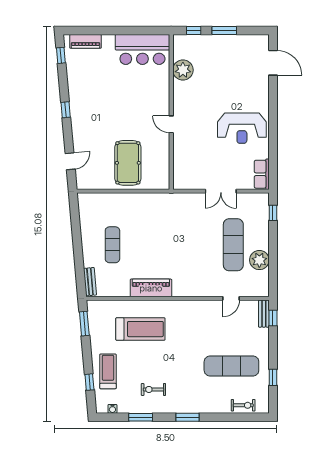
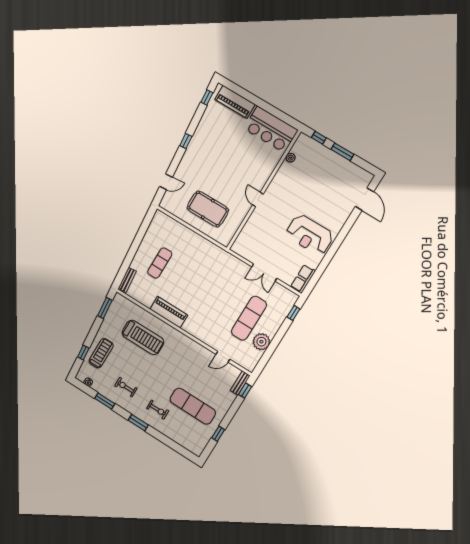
piano: (86, 41) -> (235, 102), width x1.37, depth x1.33
plant: (183, 70) -> (291, 158), width x0.53, depth x0.53
pool table: (128, 163) -> (208, 209), turned 90
exercise bike: (243, 405) -> (158, 410), moved

